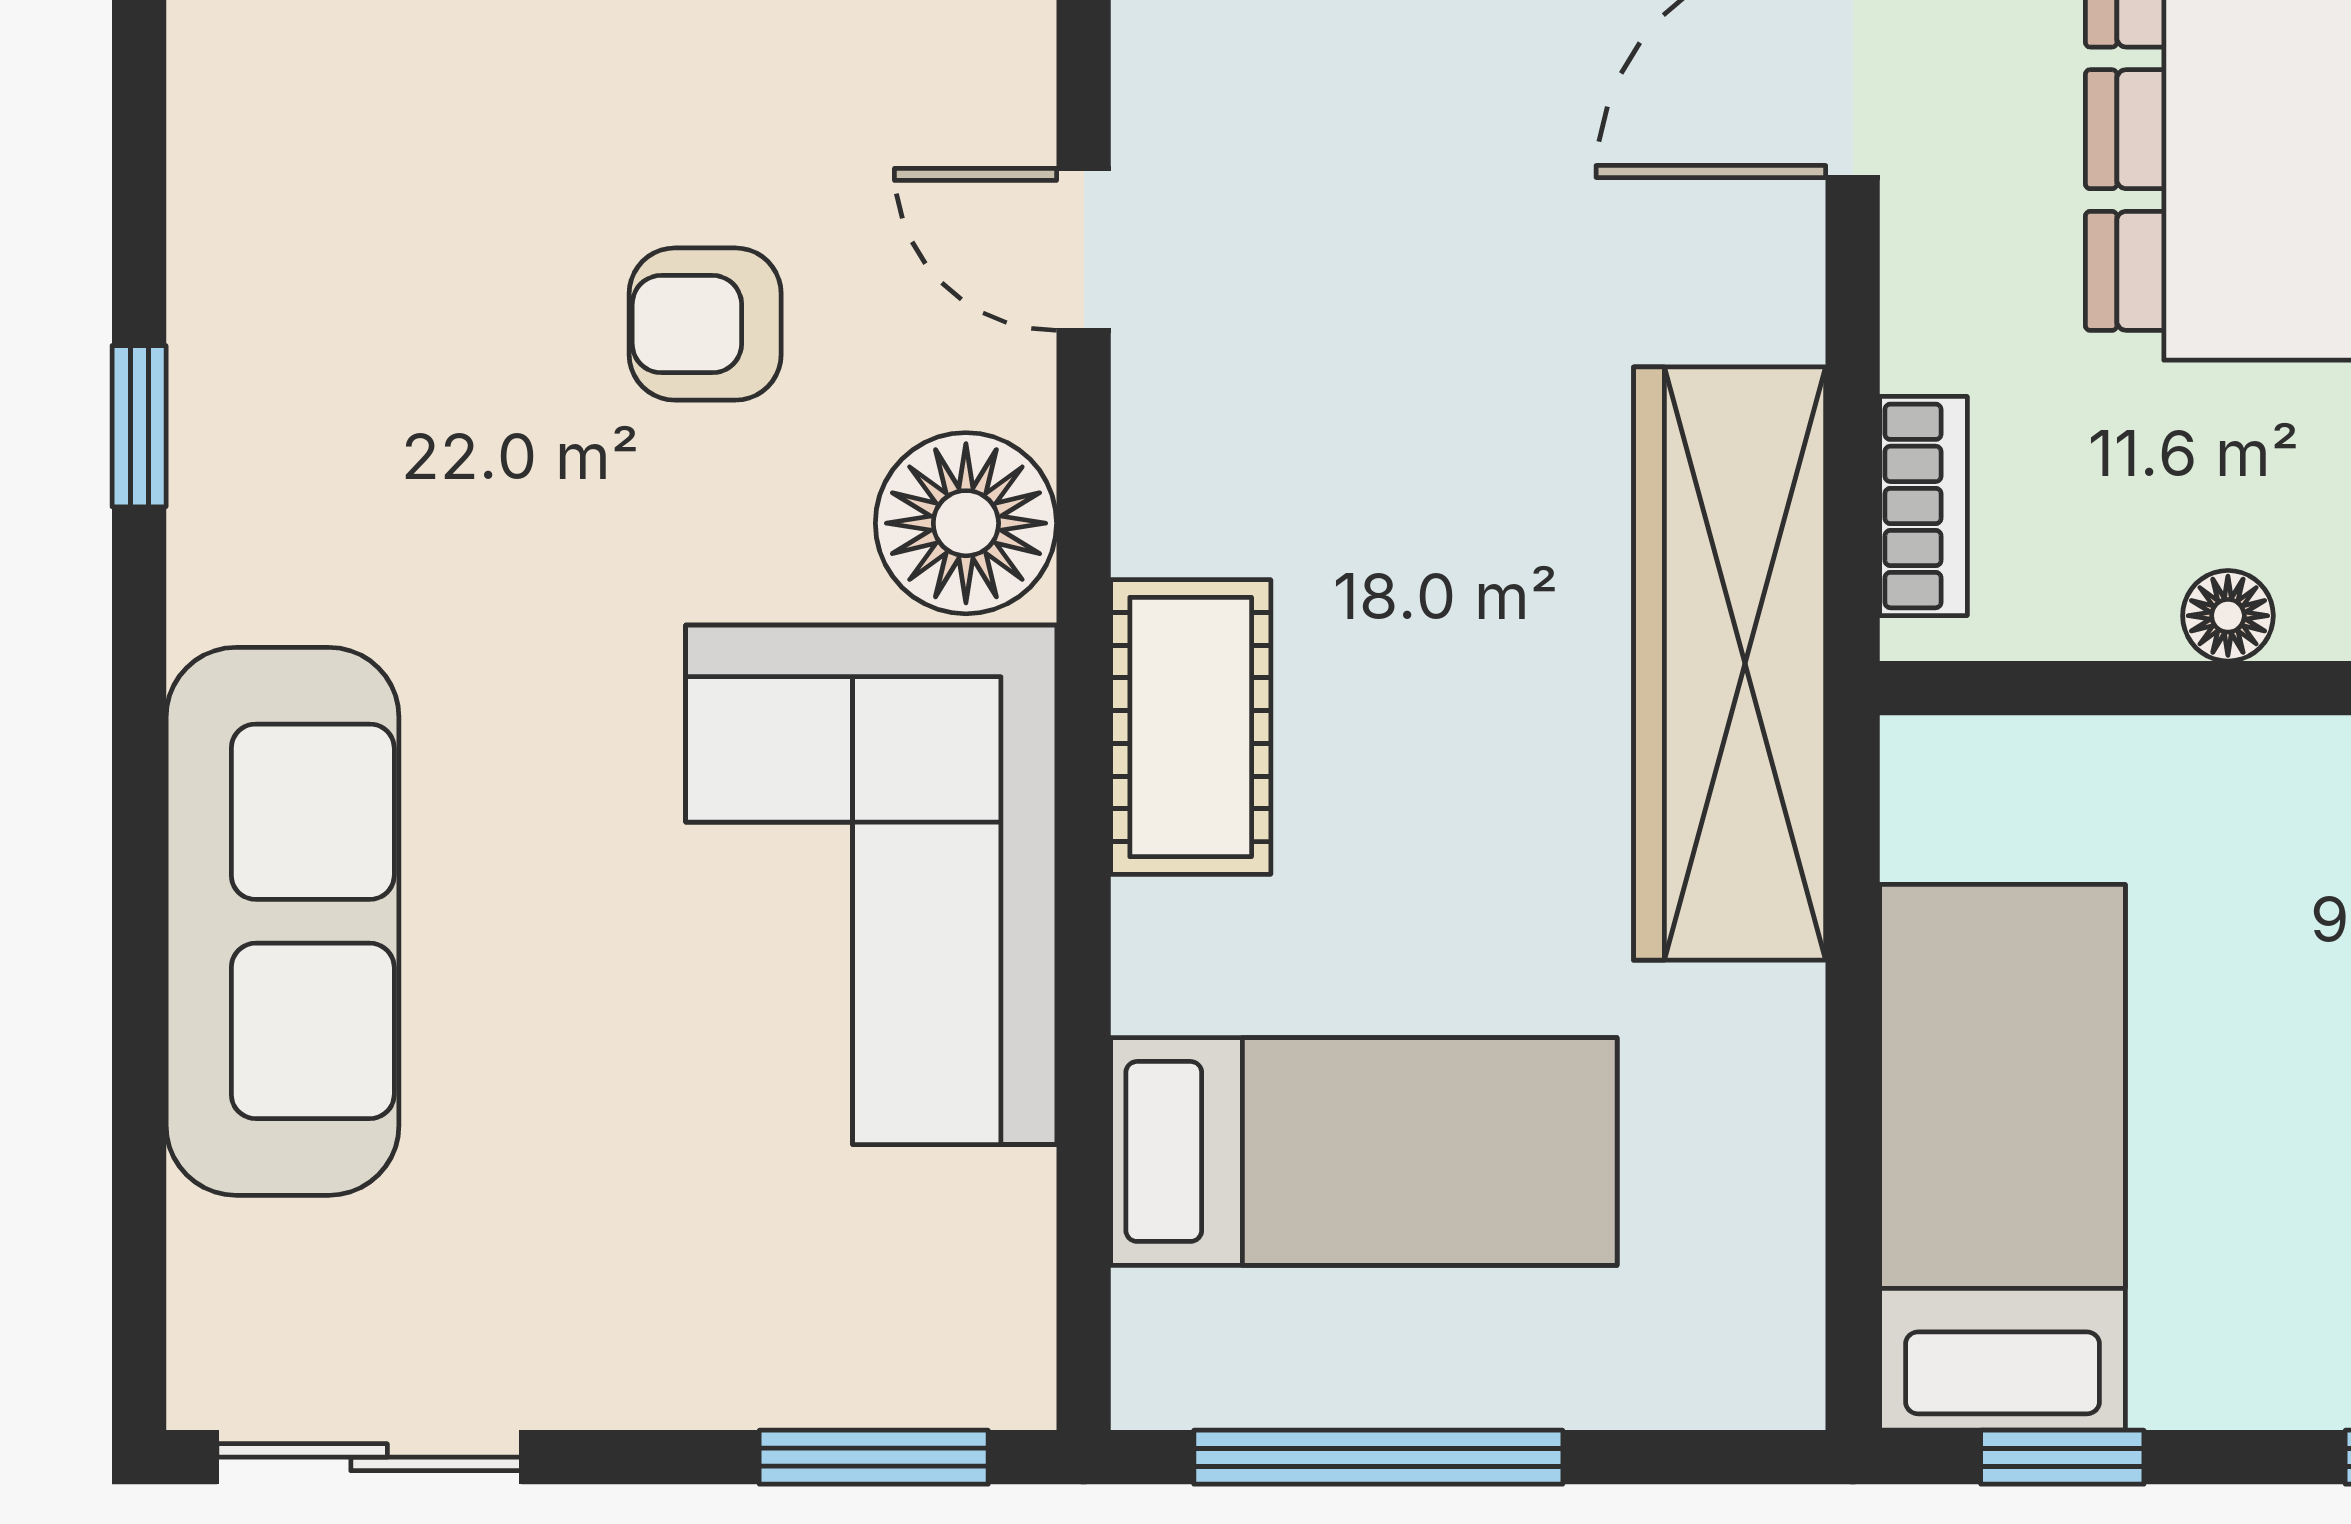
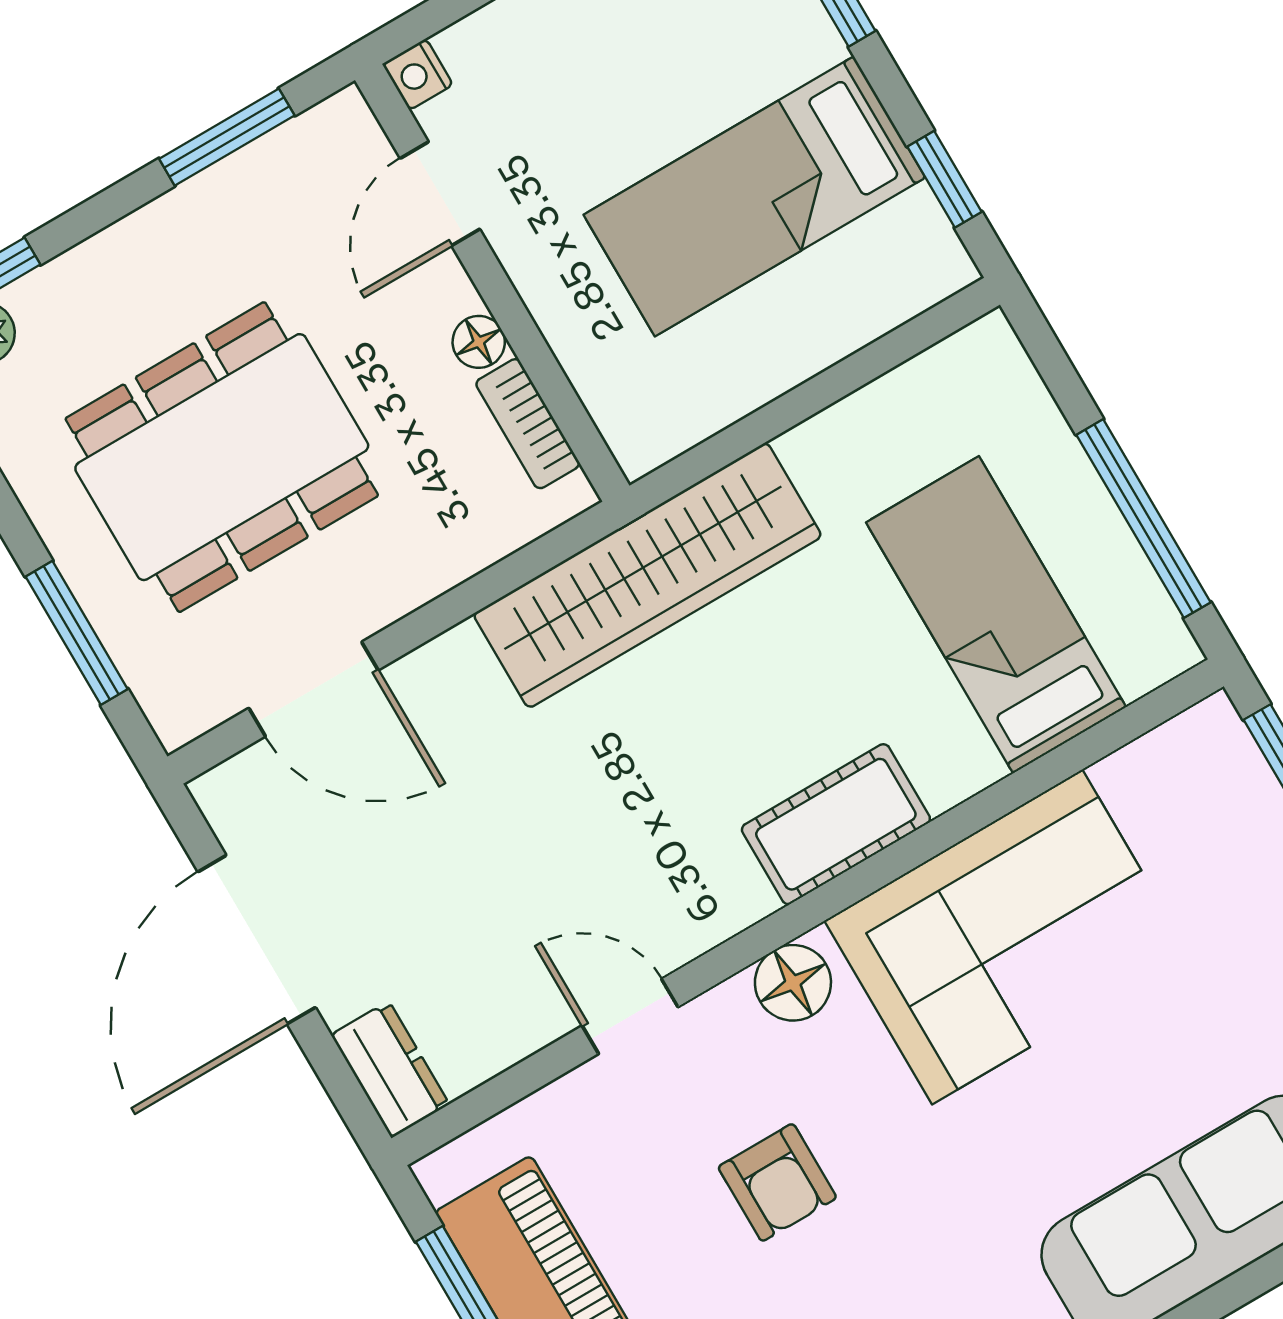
door: (1084, 249) -> (630, 1016), swing flipped
bookcase: (1924, 506) -> (528, 424), moved, turned -90
floor lamp: (966, 523) -> (793, 983), width x0.73, depth x0.73
bed: (2002, 1157) -> (754, 196), moved

